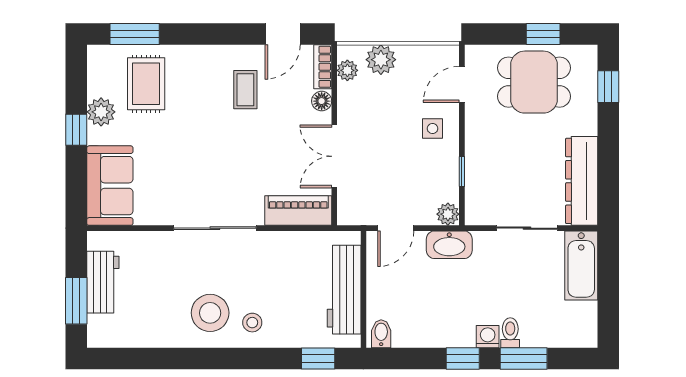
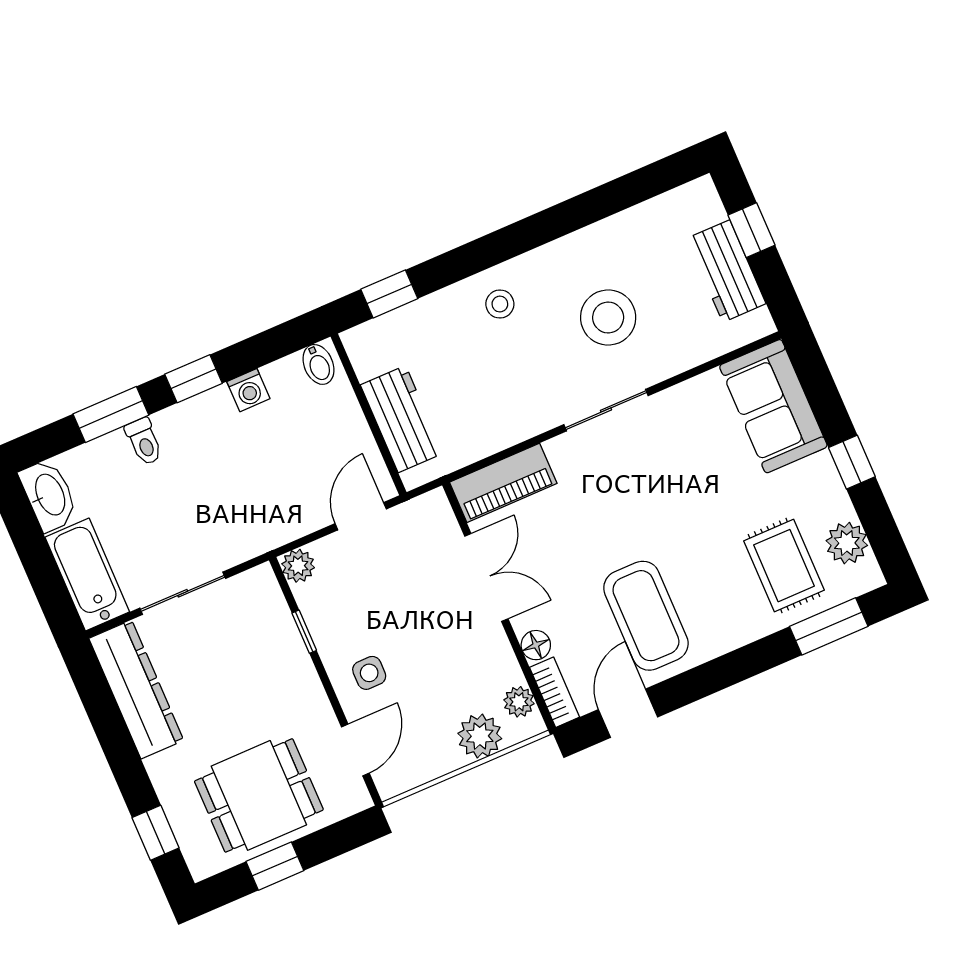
coffee table: (245, 90) -> (646, 616), width x1.86, depth x1.72
plant: (101, 112) -> (847, 543), moved
sliding door: (215, 228) -> (606, 410), width x0.73
washbasin: (449, 245) -> (49, 495), moved, turned 90
workbench: (344, 290) -> (402, 419), width x0.73
window: (76, 301) -> (751, 230), width x0.67
stool: (210, 313) -> (608, 318), moved
washing machine: (488, 337) -> (248, 390), moved

